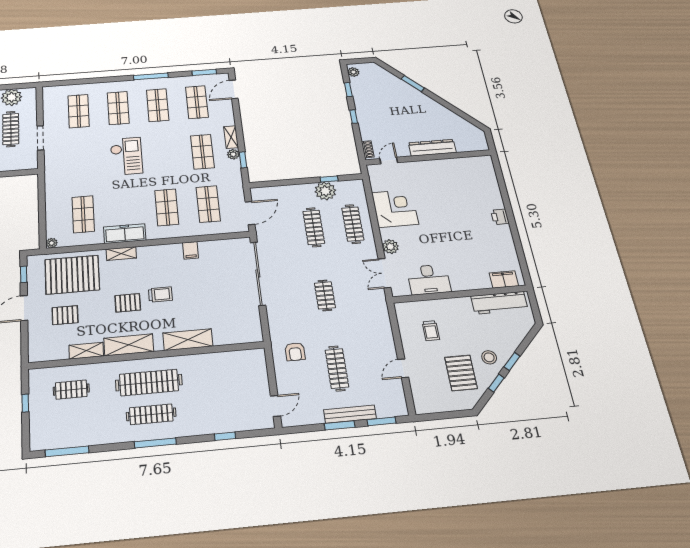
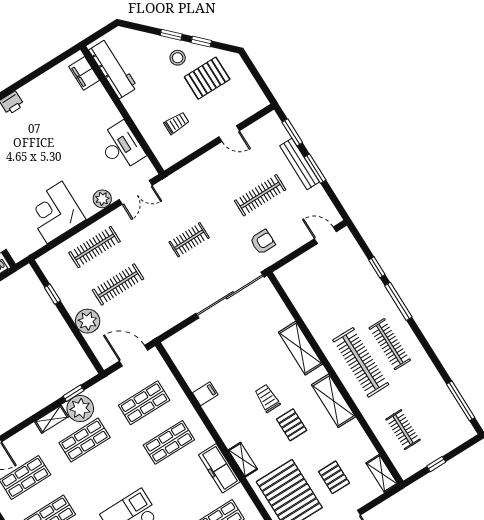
plant: (233, 154) -> (80, 409), width x1.87, depth x1.87
plant: (325, 191) -> (88, 321), moved
sliding door: (258, 273) -> (230, 295), moved
shelving: (86, 351) -> (382, 474), moved
window: (155, 443) -> (398, 301), moved

